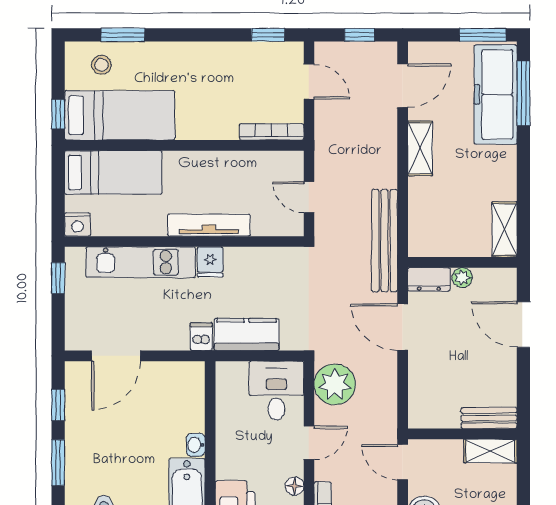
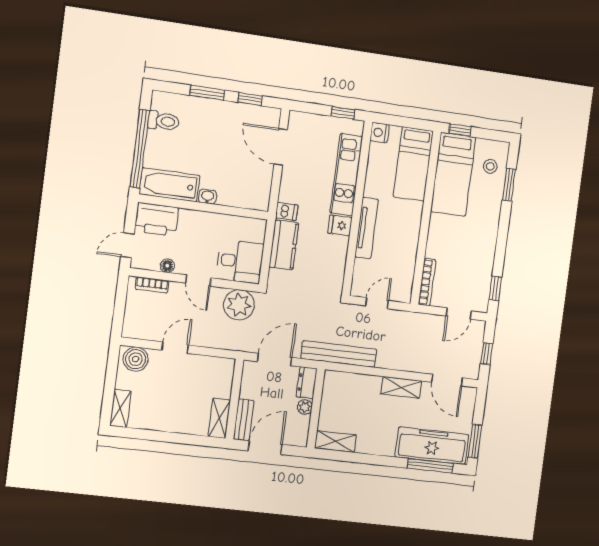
bench: (489, 418) -> (244, 420), moved
wall: (462, 434) -> (235, 399), moved
shelving: (490, 451) -> (219, 418), moved

